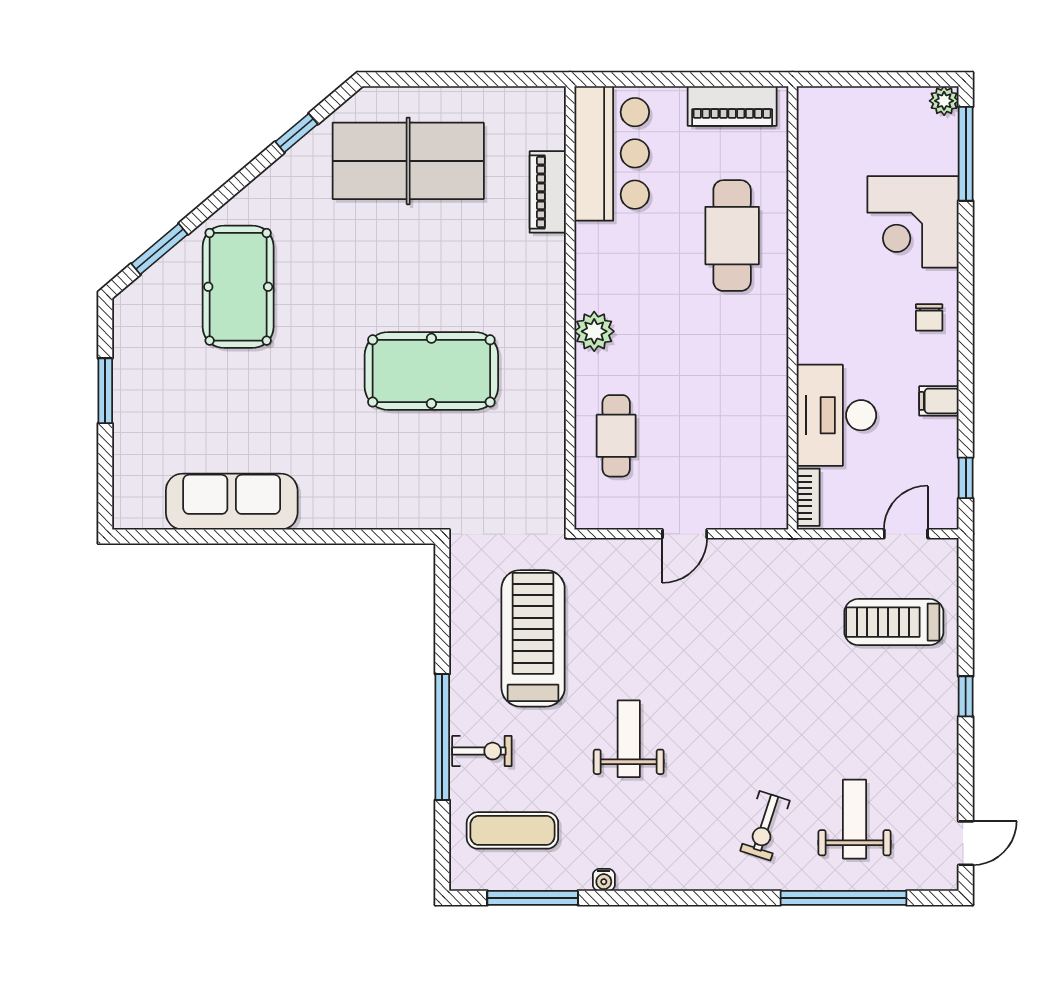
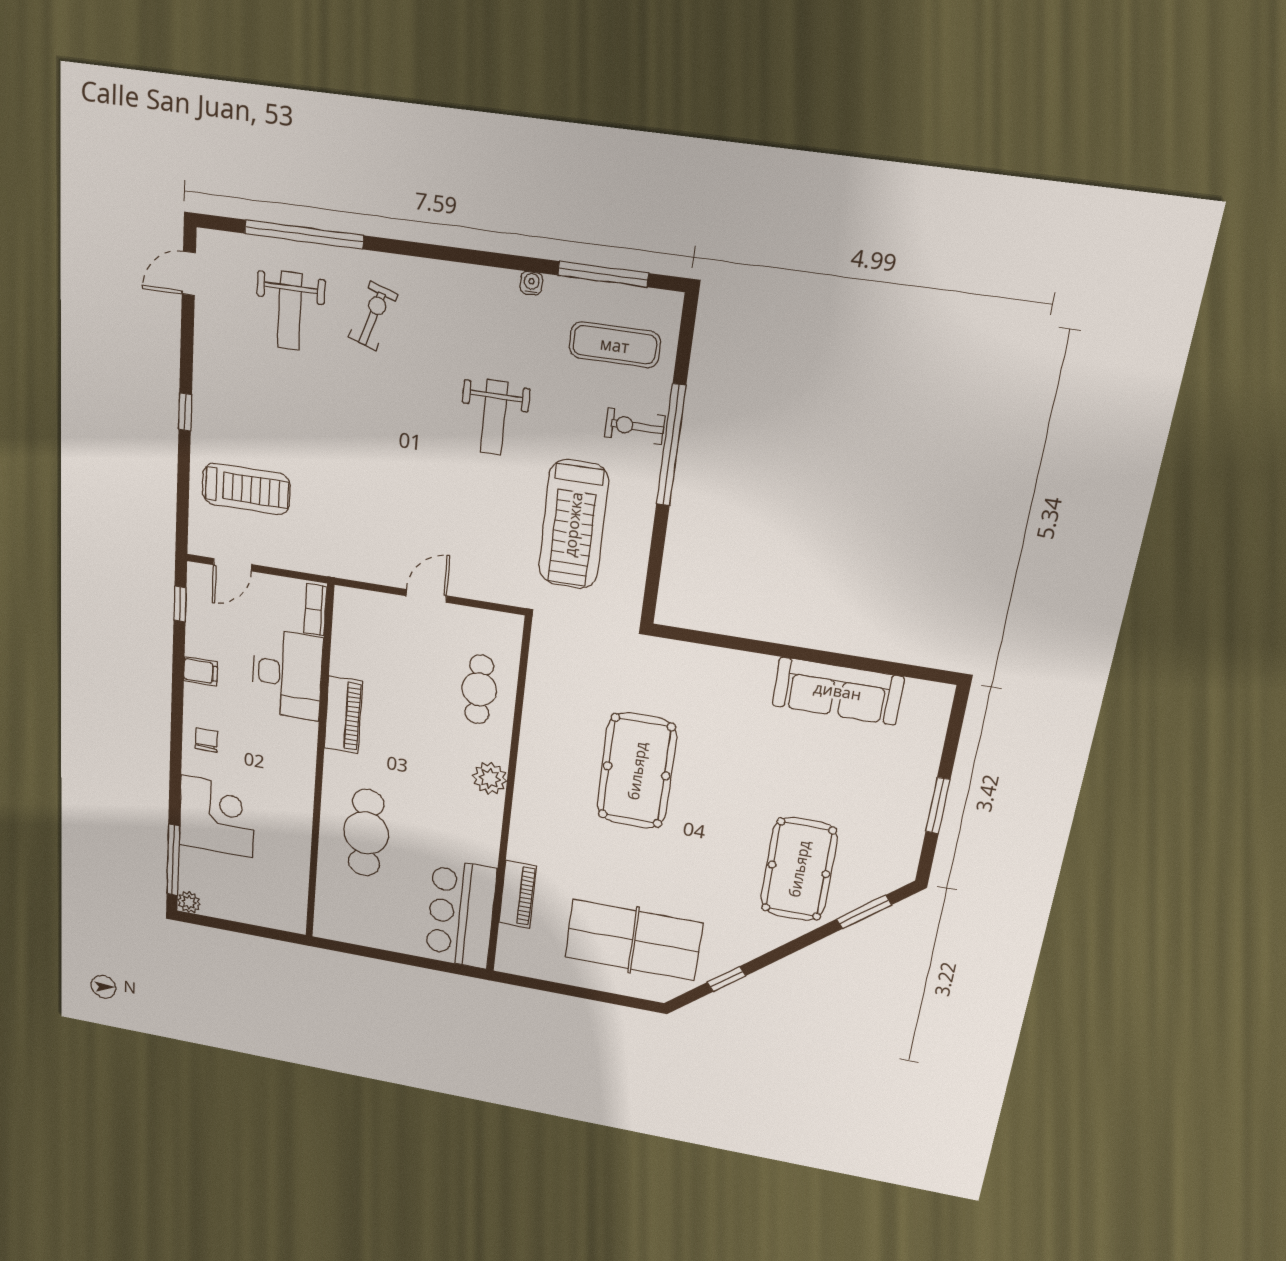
piano: (732, 106) -> (343, 715), moved, turned 90
pool table: (431, 371) -> (637, 771), turned 90

